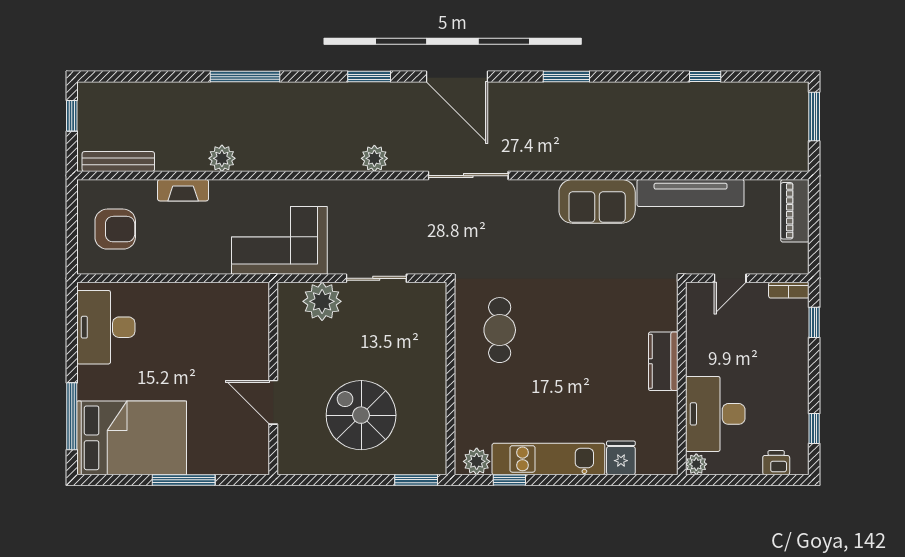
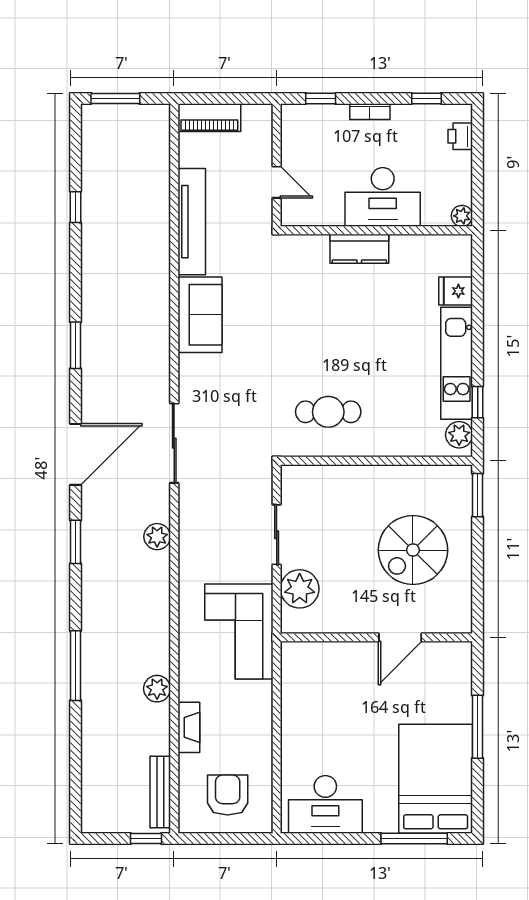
window: (72, 116) -> (146, 838), moved
bookcase: (789, 290) -> (370, 112), moved, turned 90
desk: (715, 414) -> (383, 197), moved

